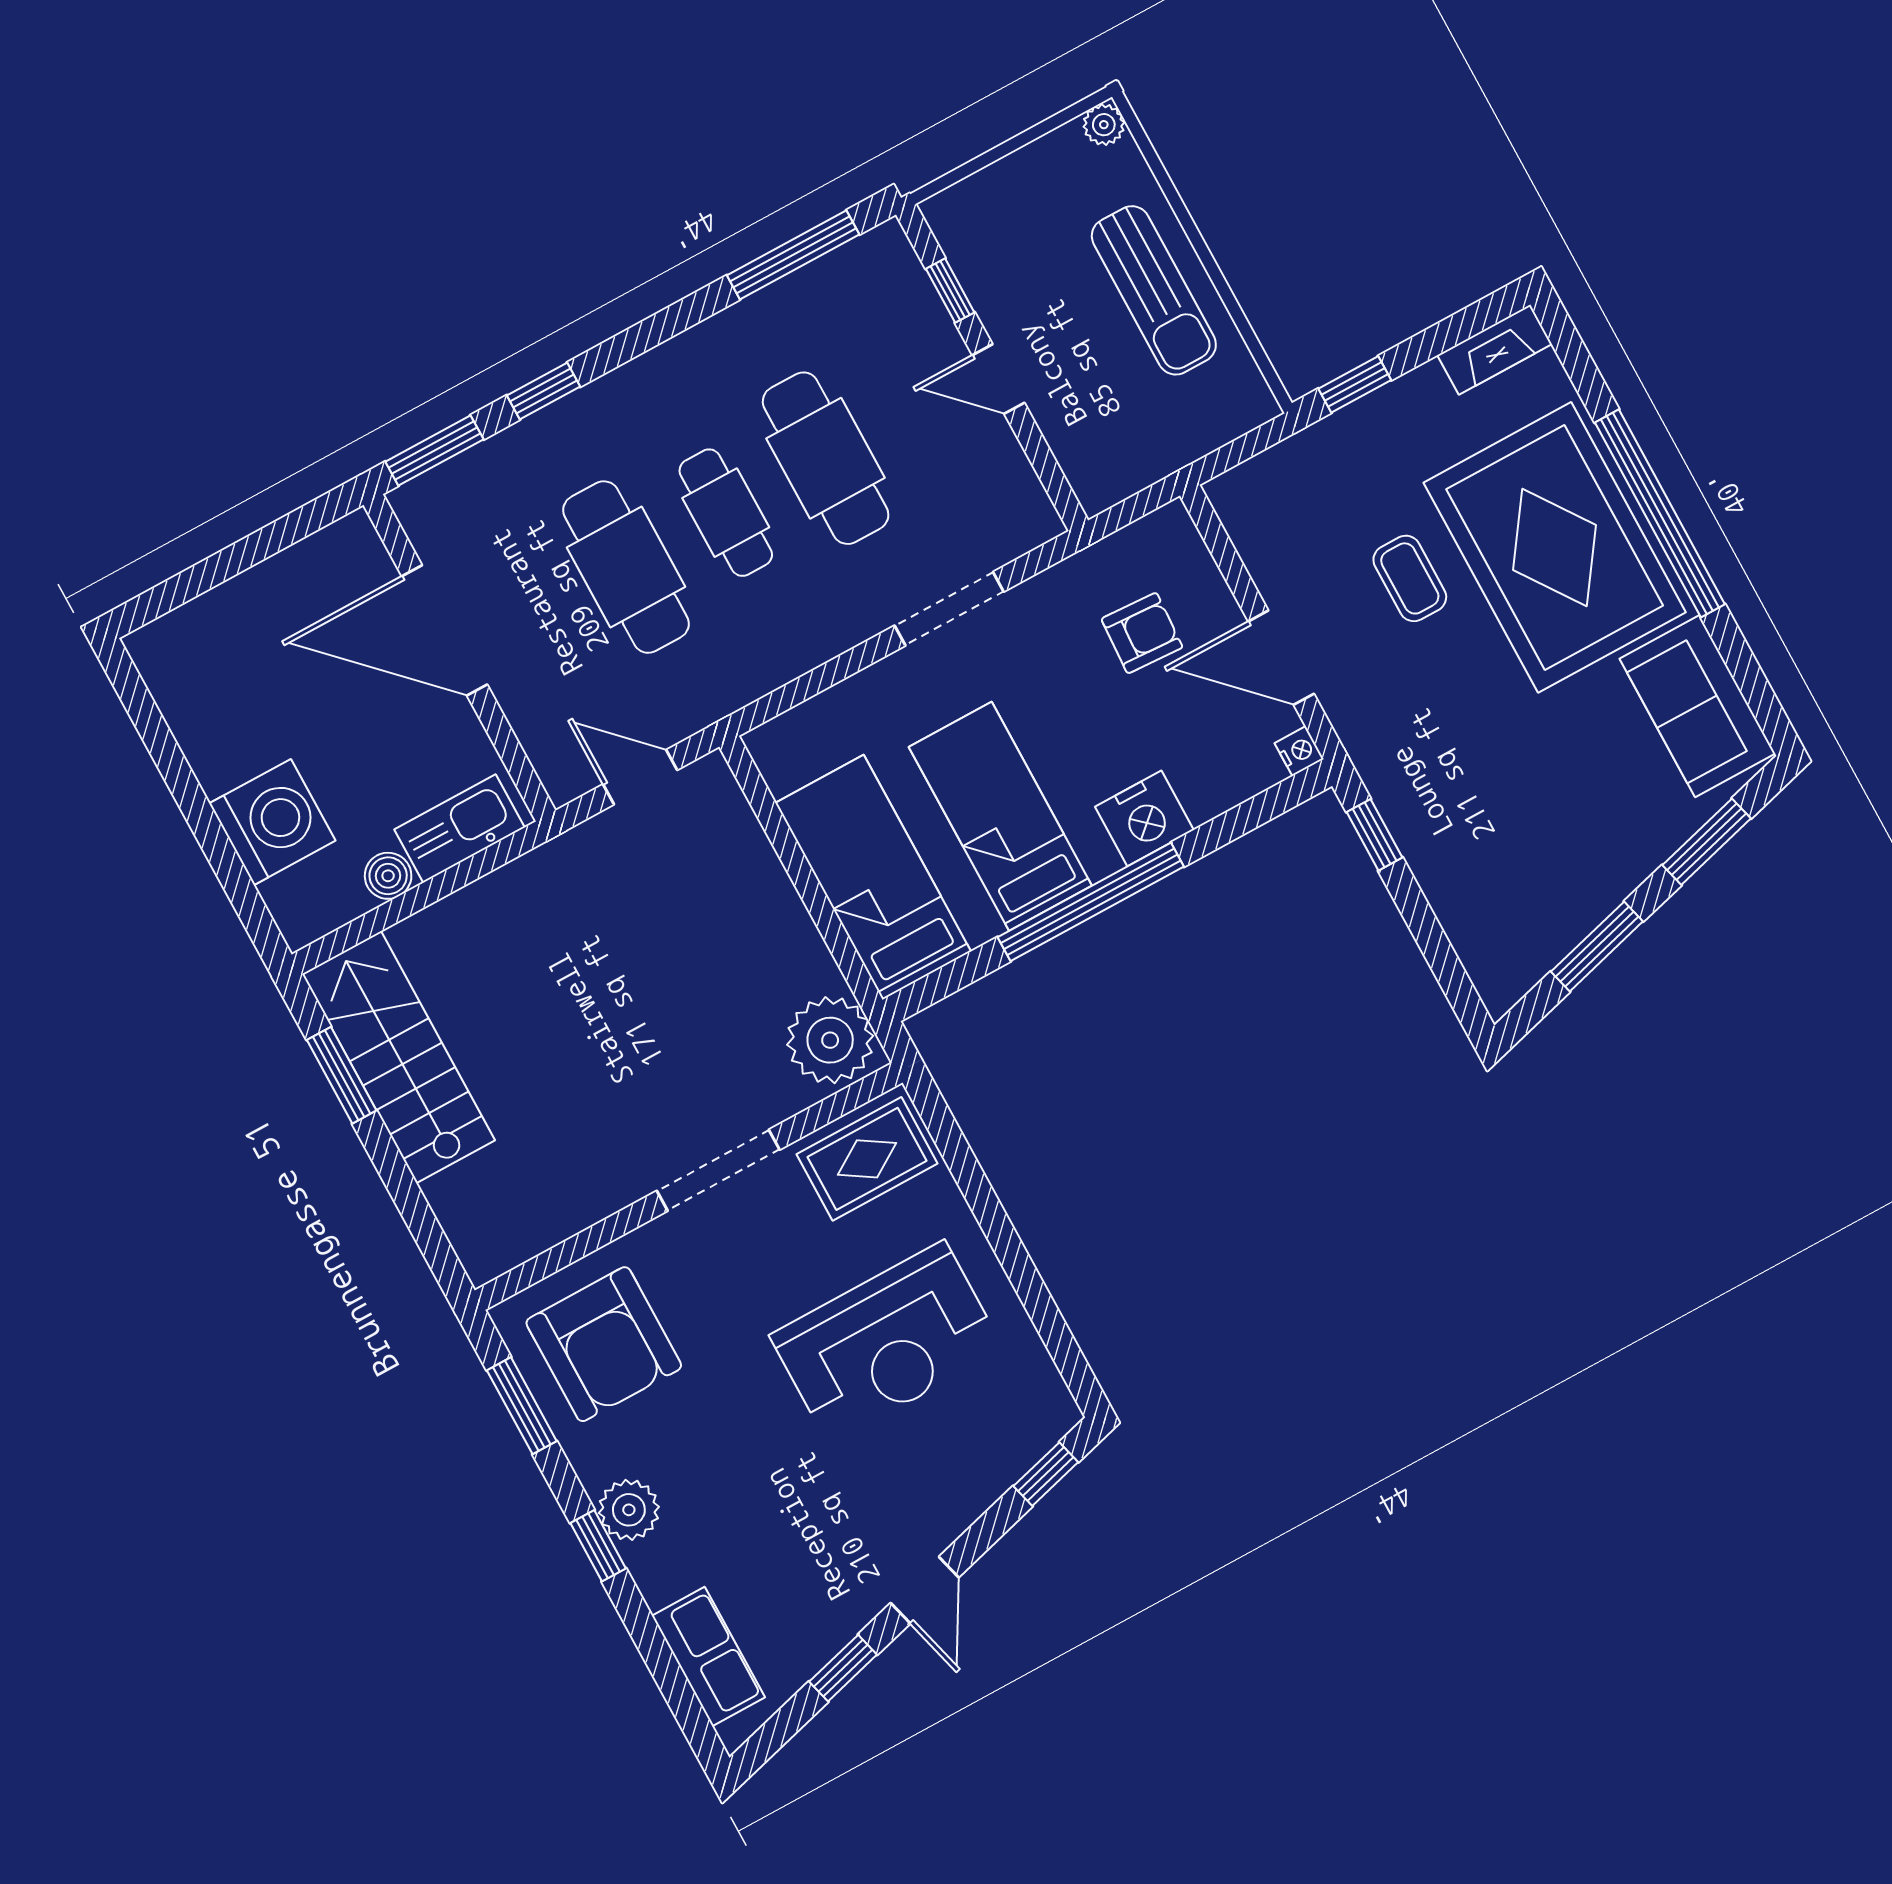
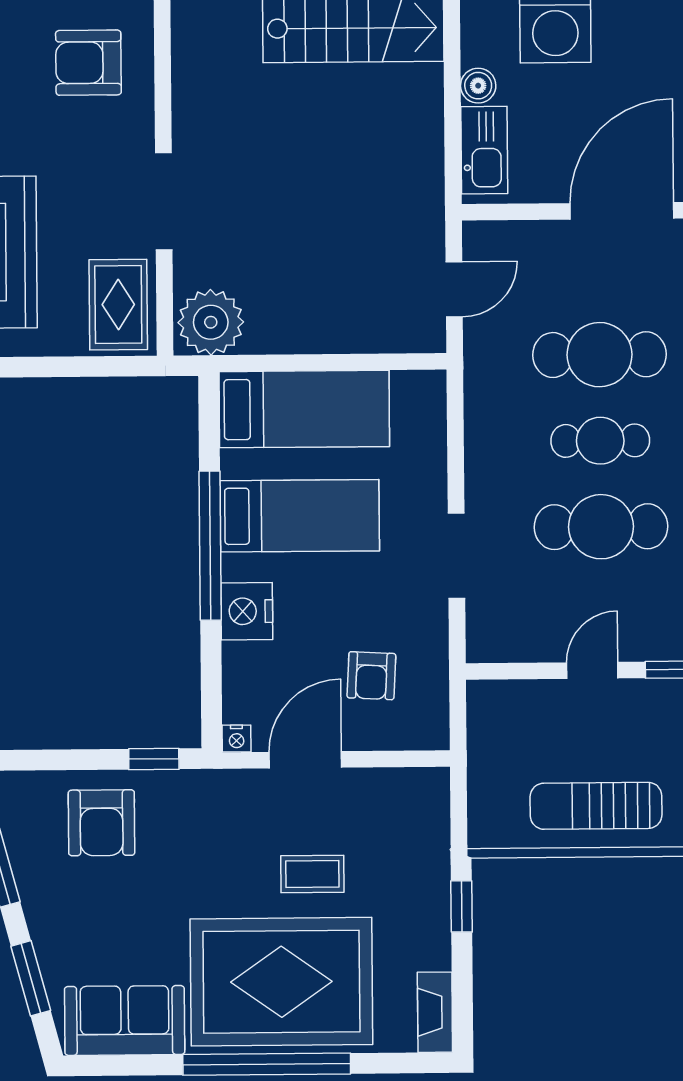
armchair: (1481, 856) -> (101, 823), added
armchair: (604, 1344) -> (88, 63), width x0.73, depth x0.73

